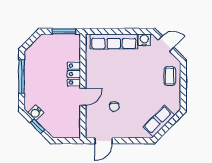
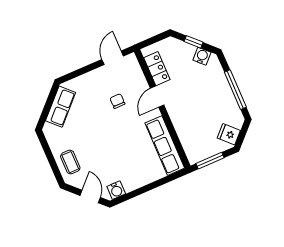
row of seats: (114, 42) -> (165, 146), moved, turned -90
door: (166, 44) -> (90, 196), swing flipped
fridge: (41, 45) -> (229, 134), added
locker: (74, 74) -> (157, 69), moved

